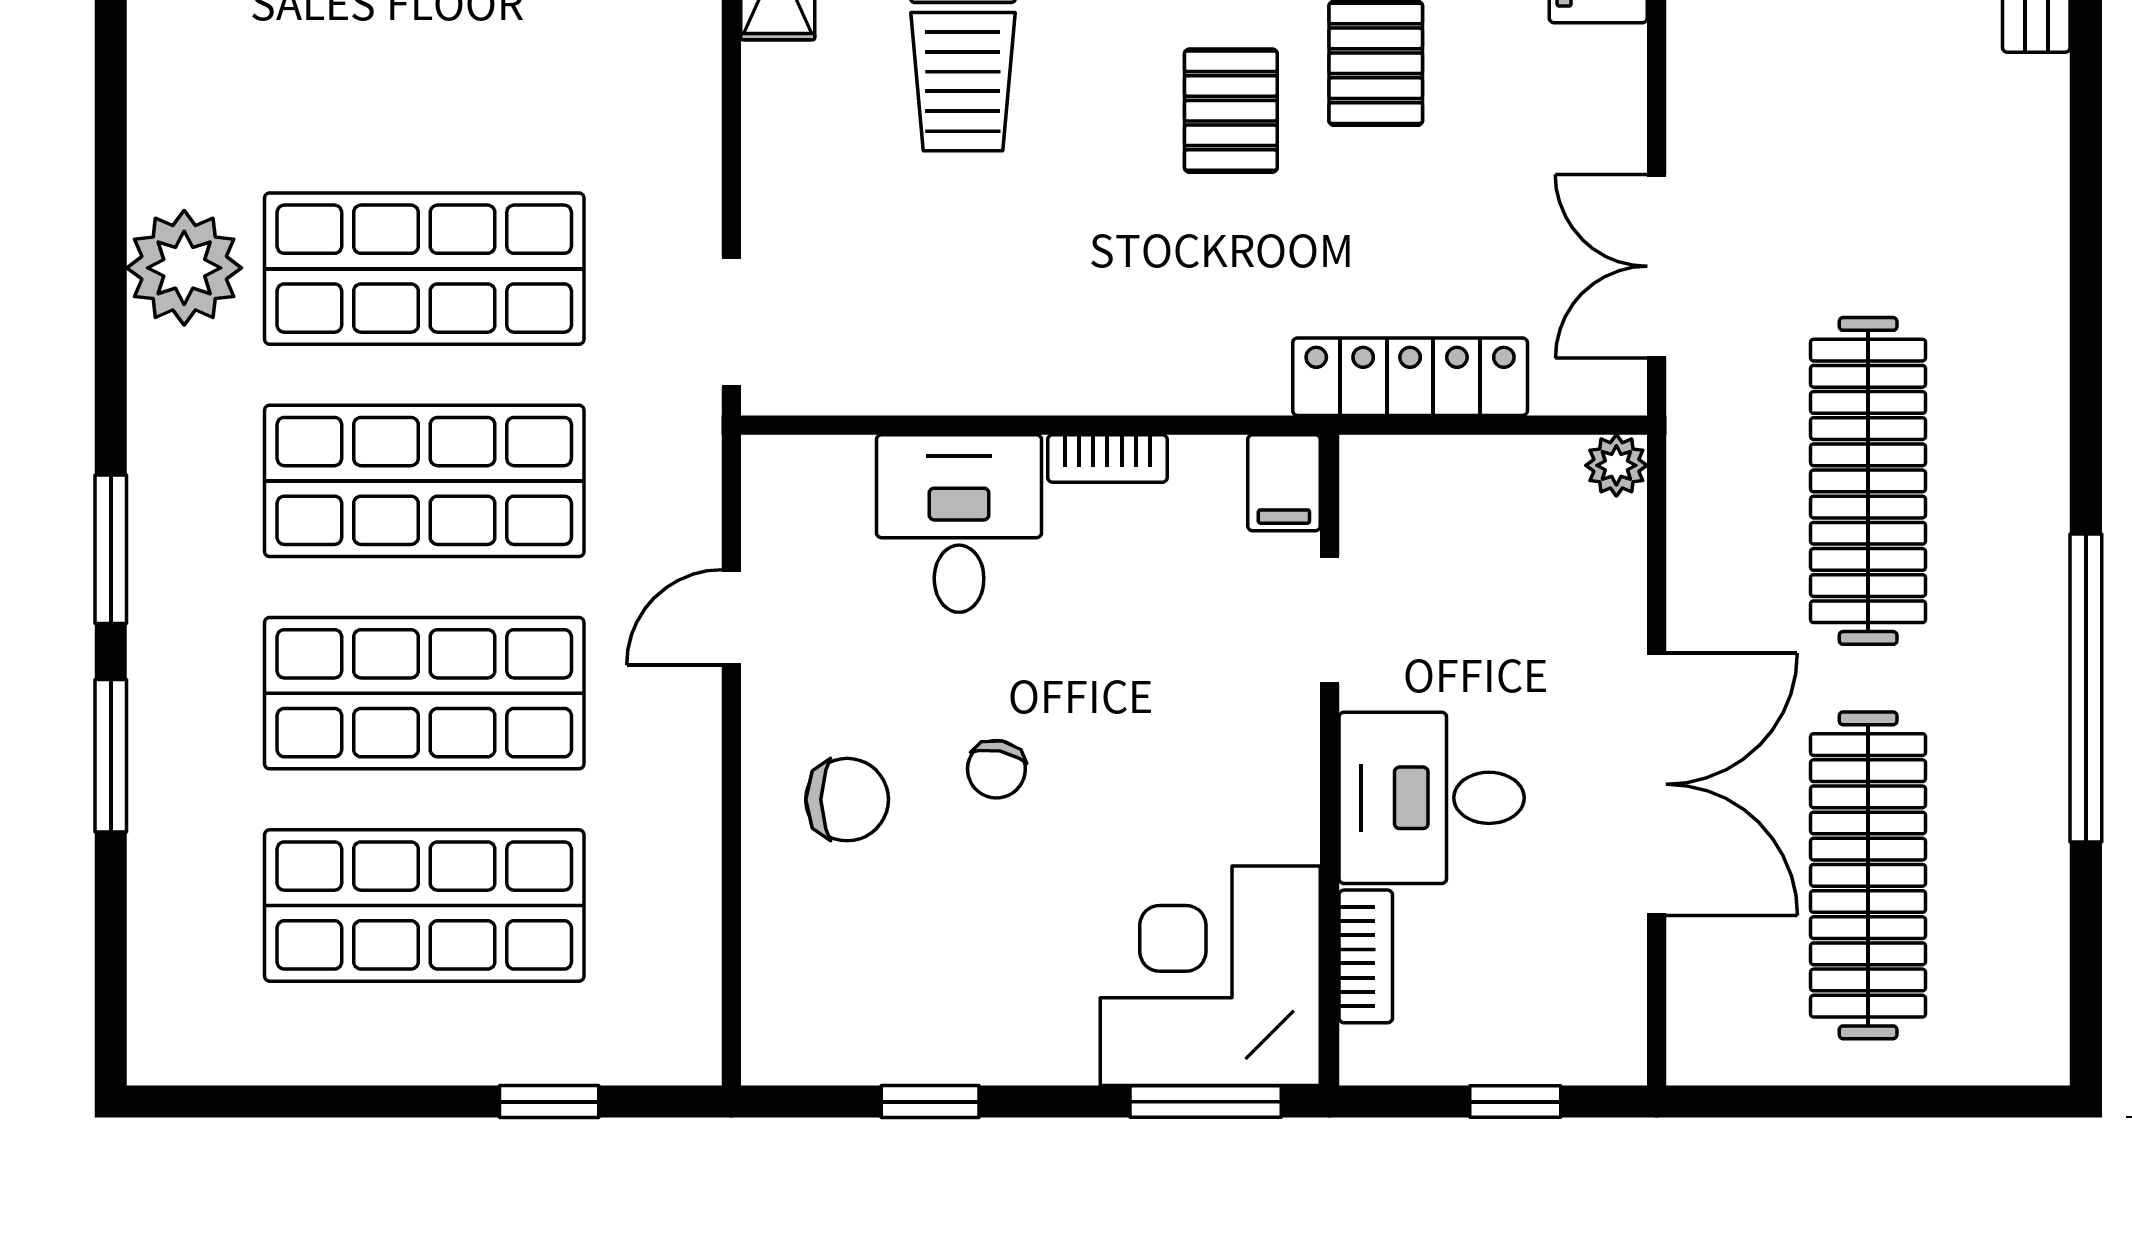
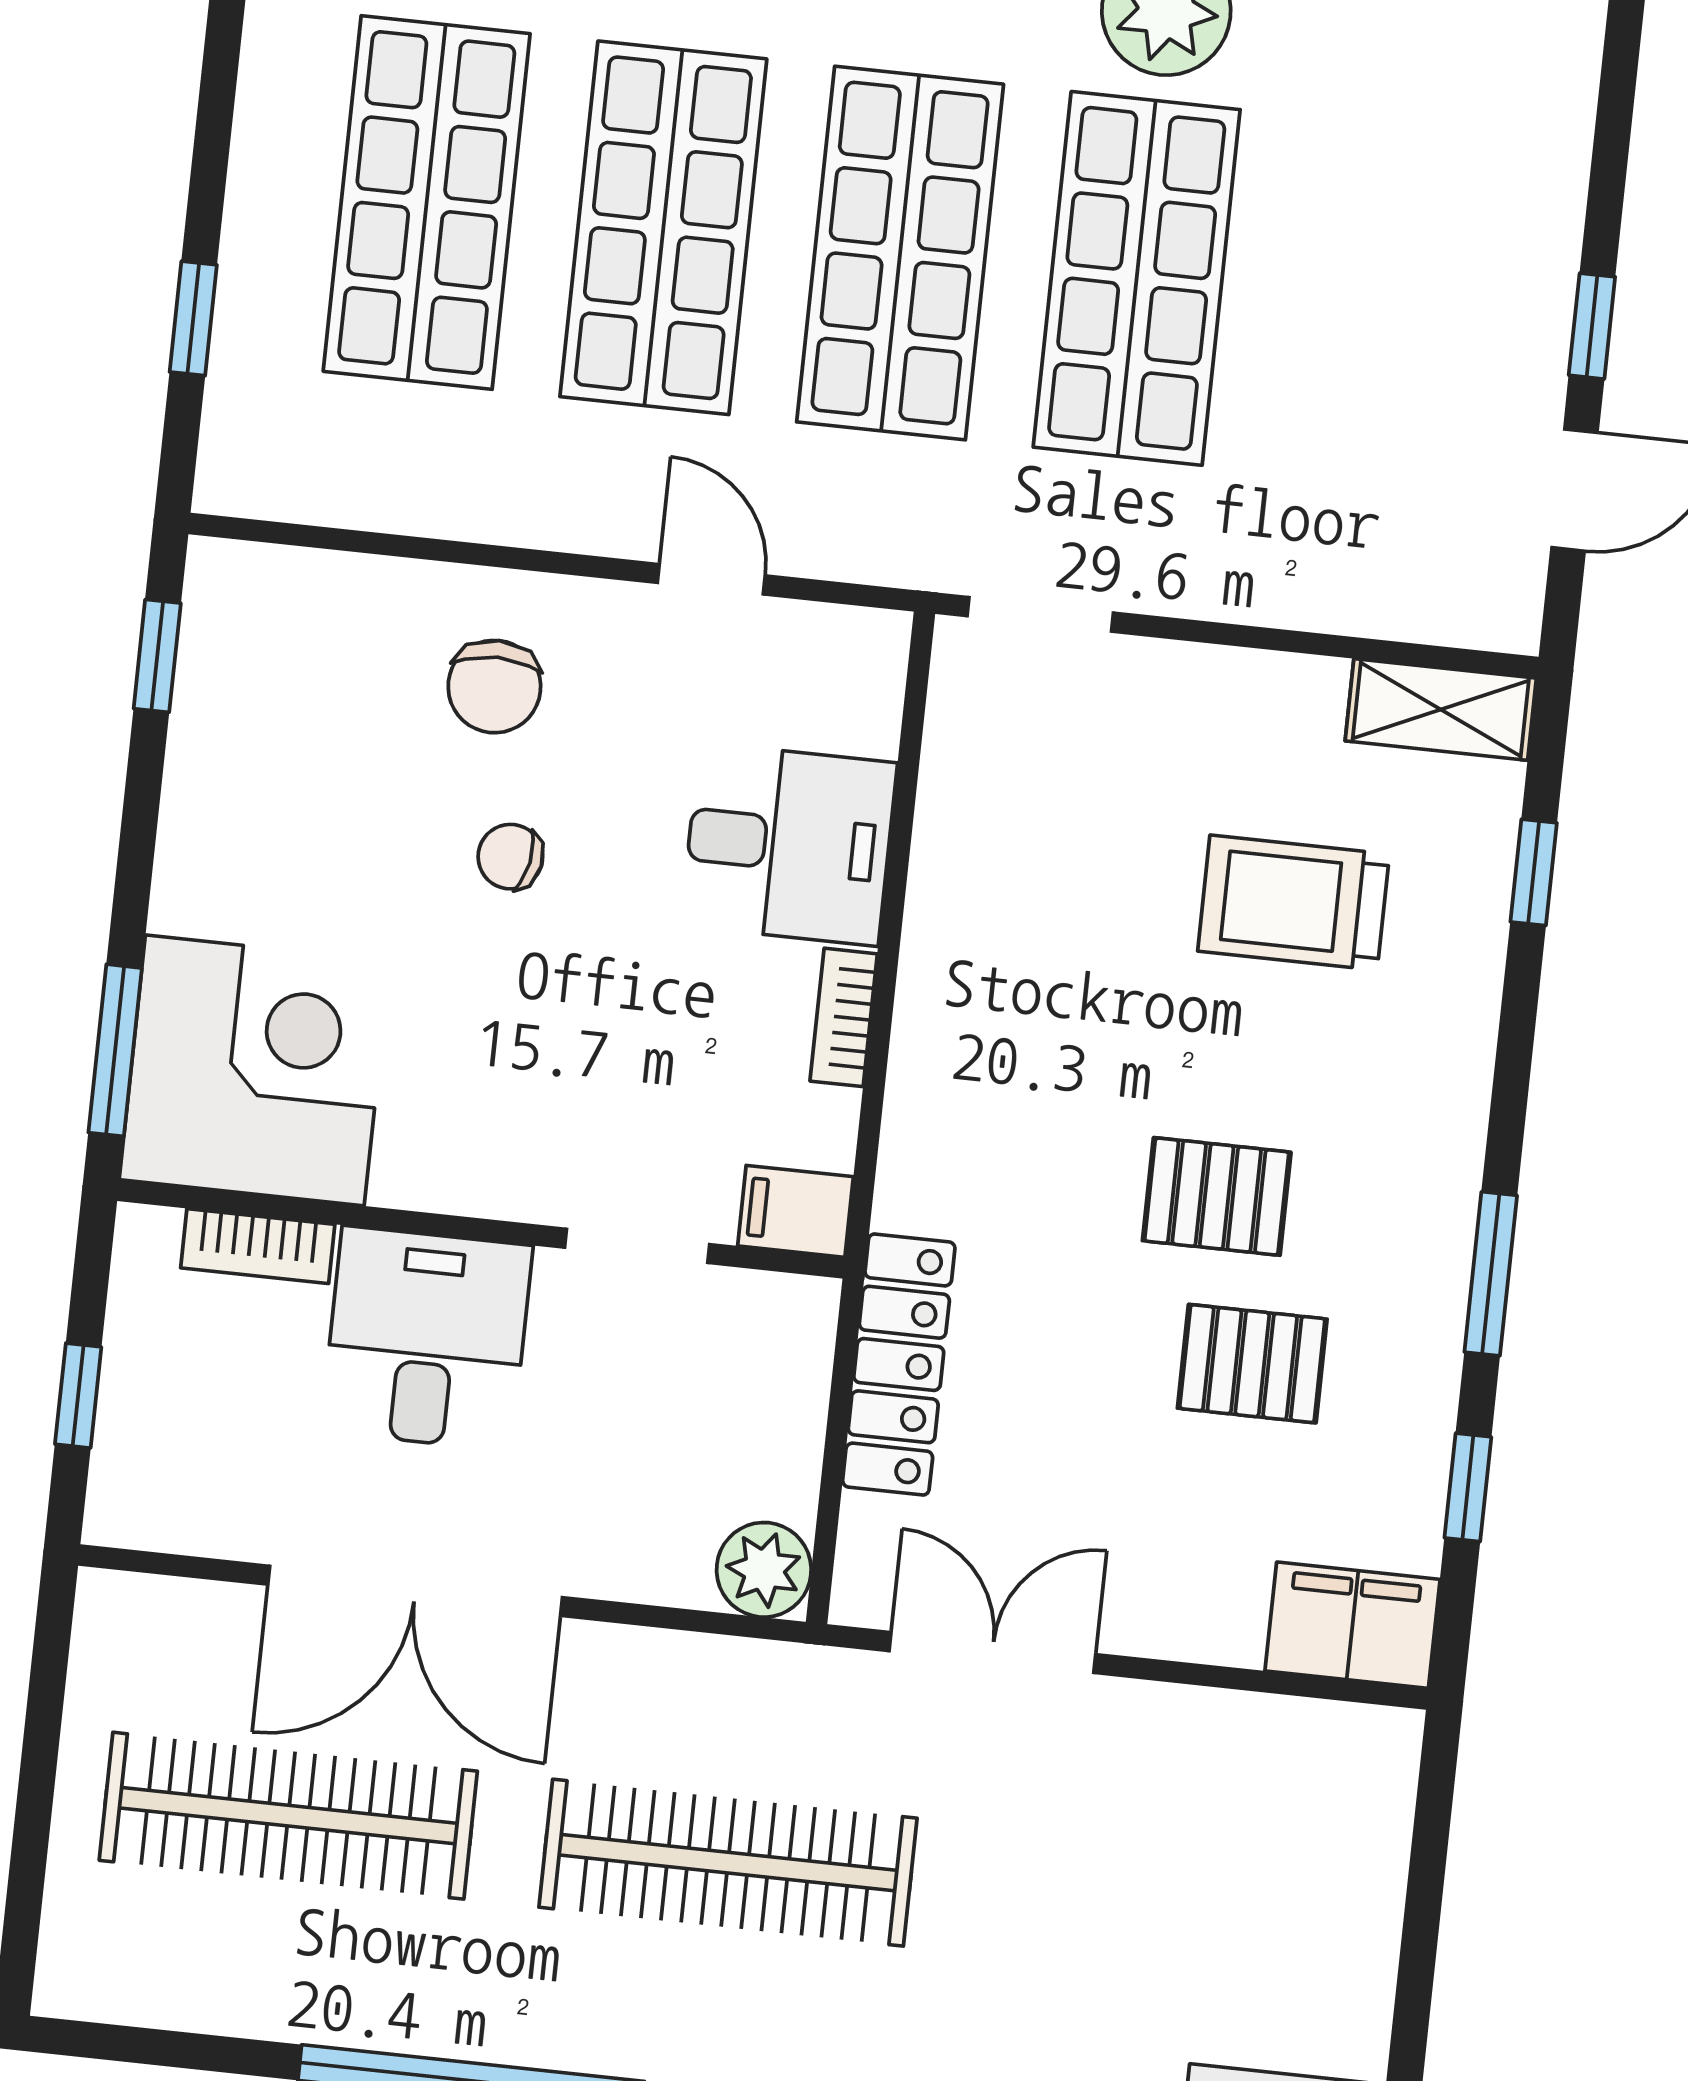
plant: (1616, 465) -> (764, 1570), width x1.38, depth x1.38
window: (930, 1102) -> (157, 656), moved

